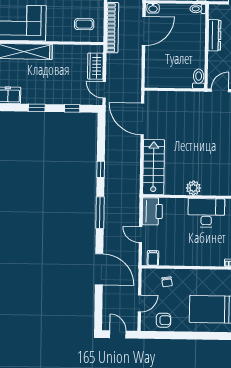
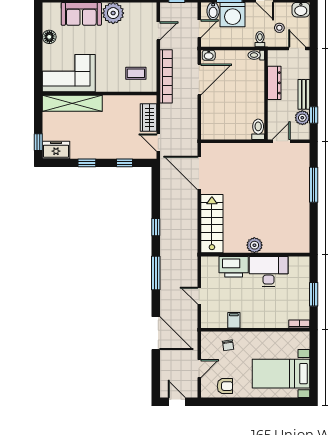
printer: (152, 211) -> (234, 267), moved, turned 90
filing cabinet: (153, 258) -> (234, 320), moved

